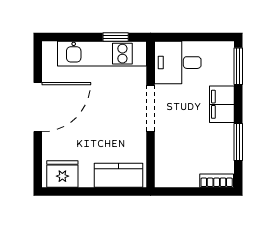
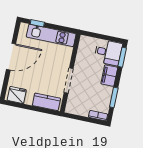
window: (116, 37) -> (37, 23), moved
desk: (178, 63) -> (108, 52), moved, turned 180
doorway: (151, 108) -> (69, 80), moved

